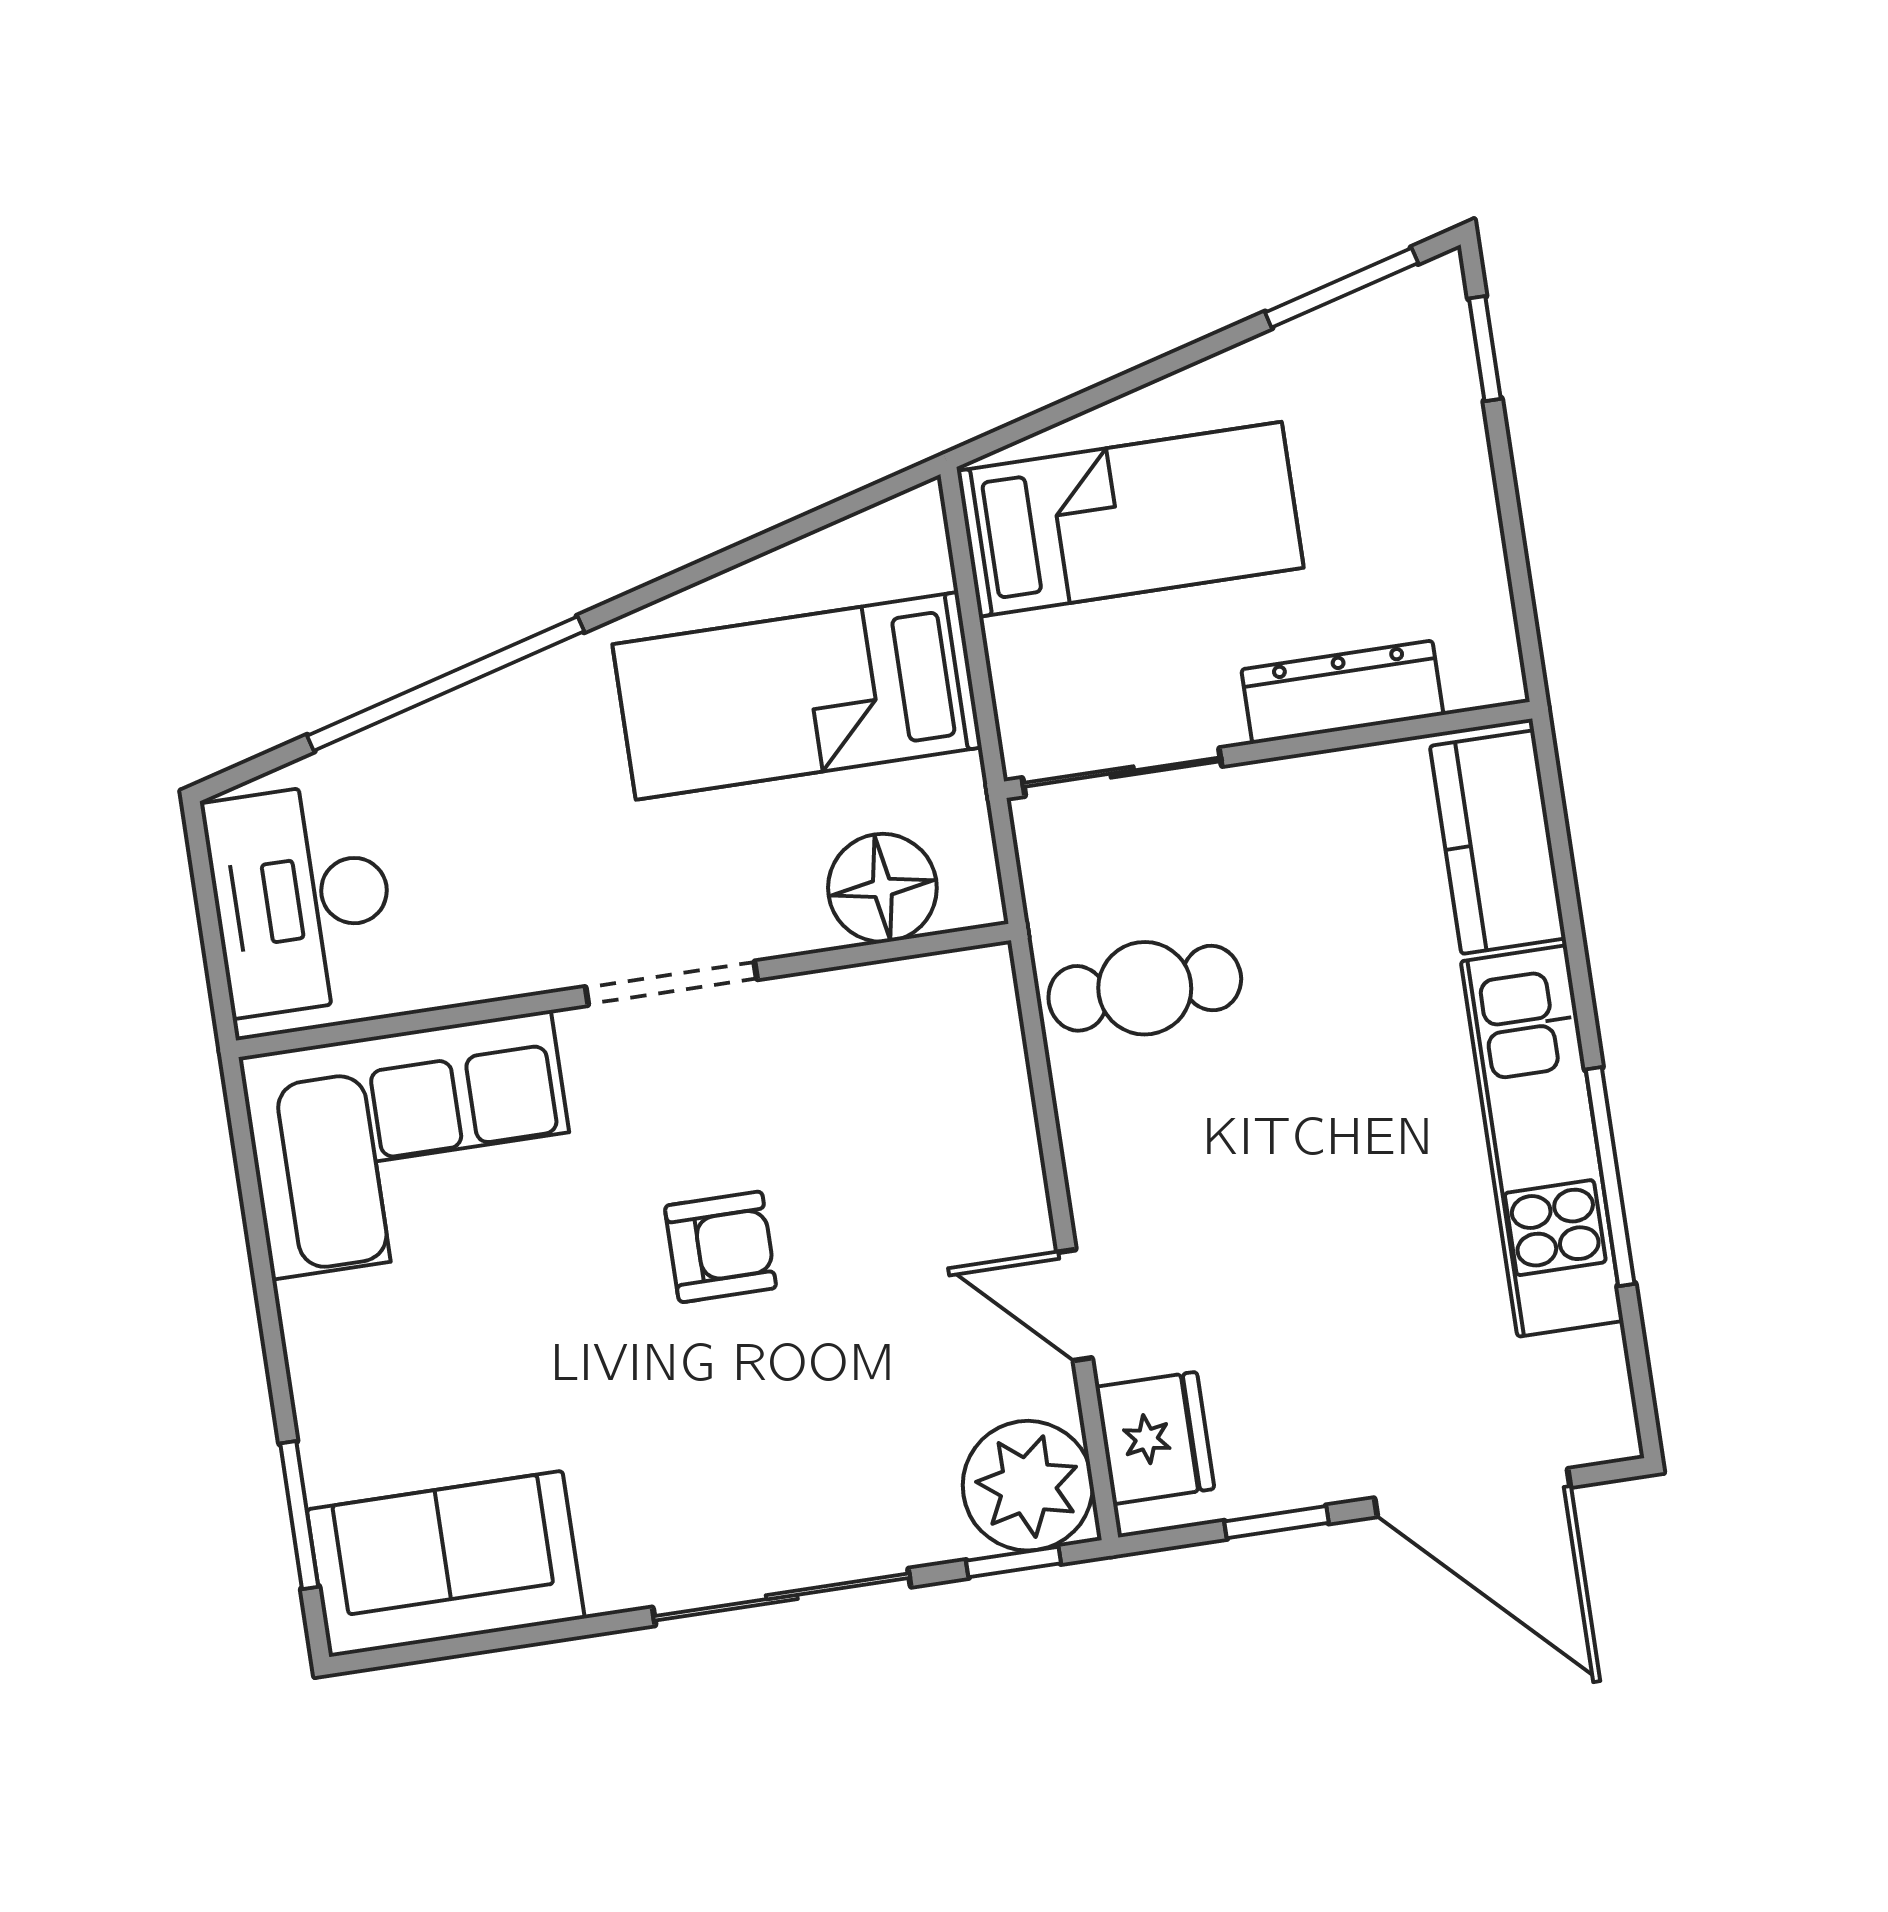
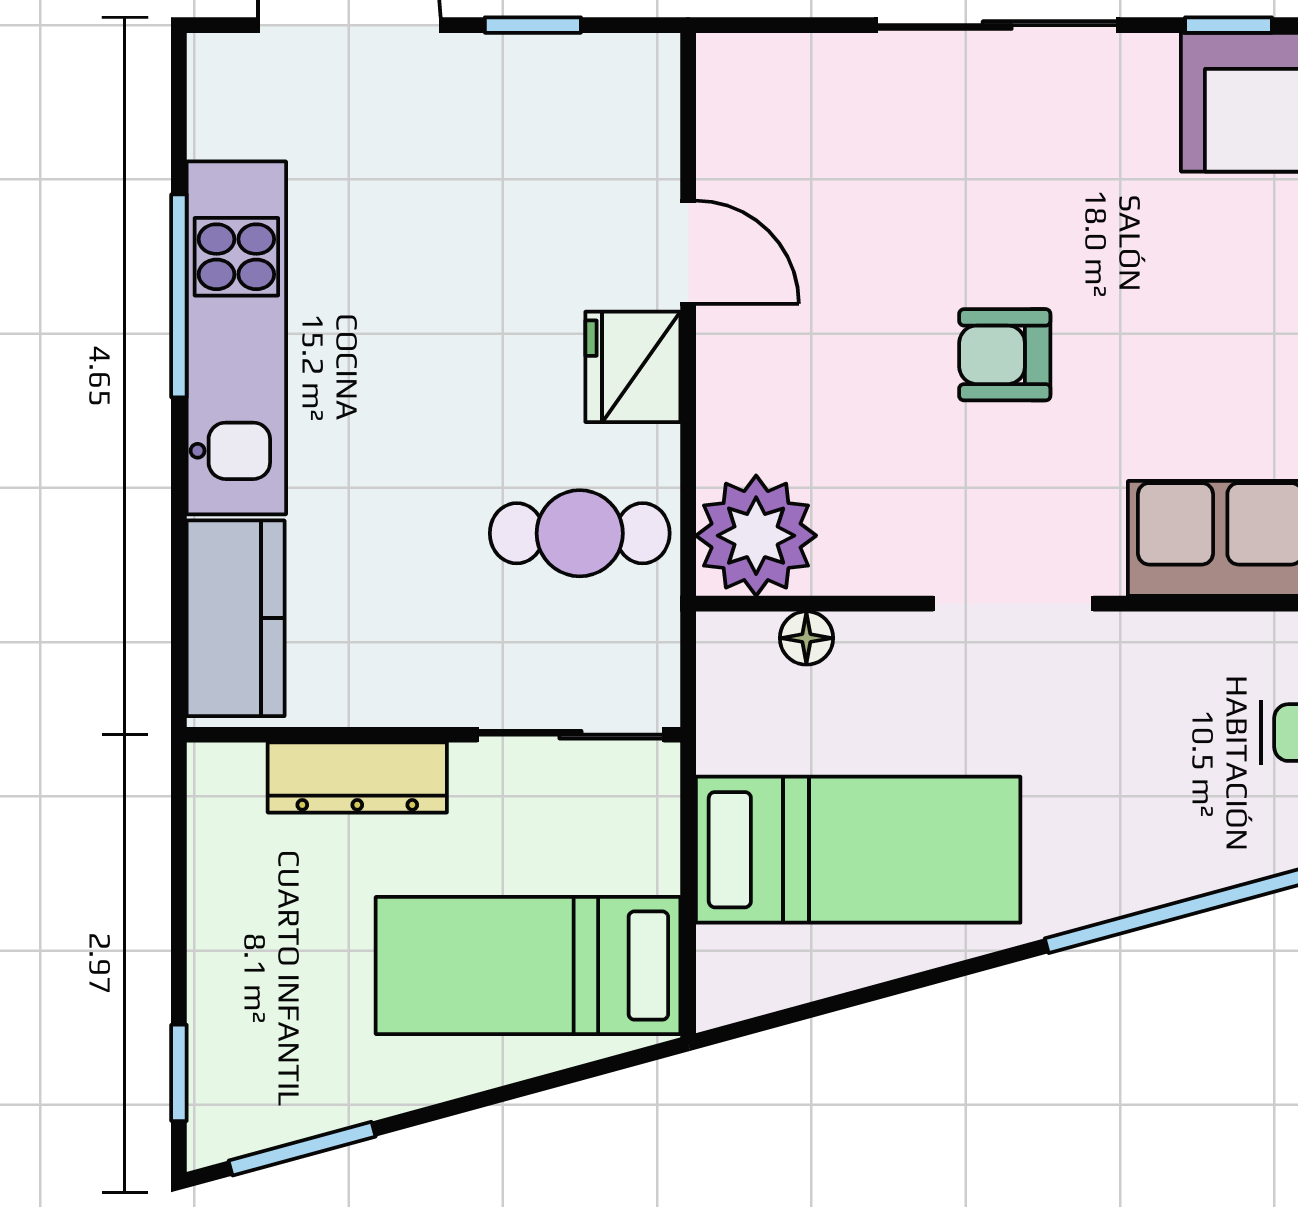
floor lamp: (882, 888) -> (806, 638), width x0.53, depth x0.53
fridge: (1155, 1438) -> (633, 367), moved
plant: (1028, 1486) -> (756, 536), moved
window: (1013, 1562) -> (1229, 25), moved

